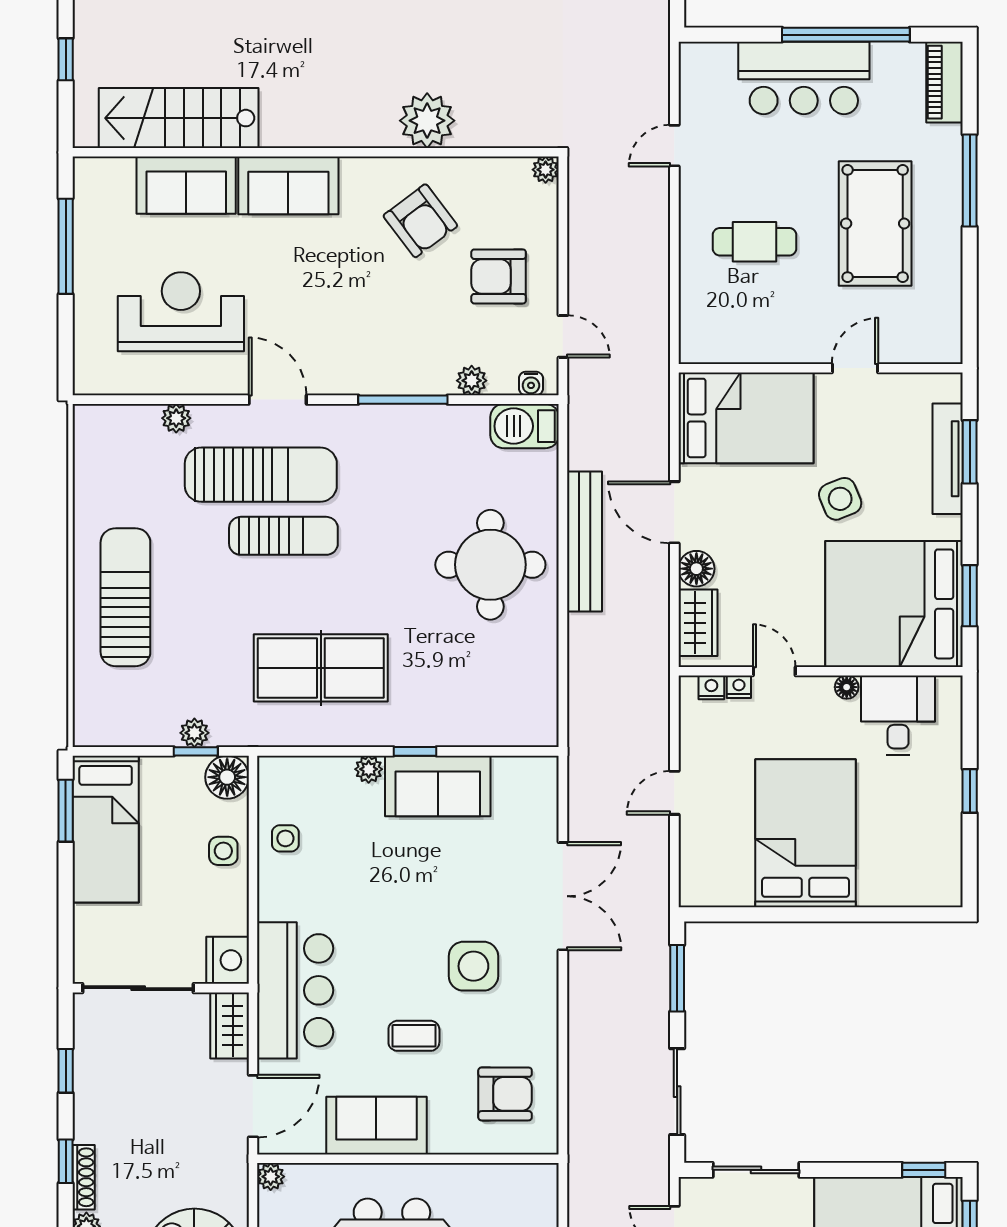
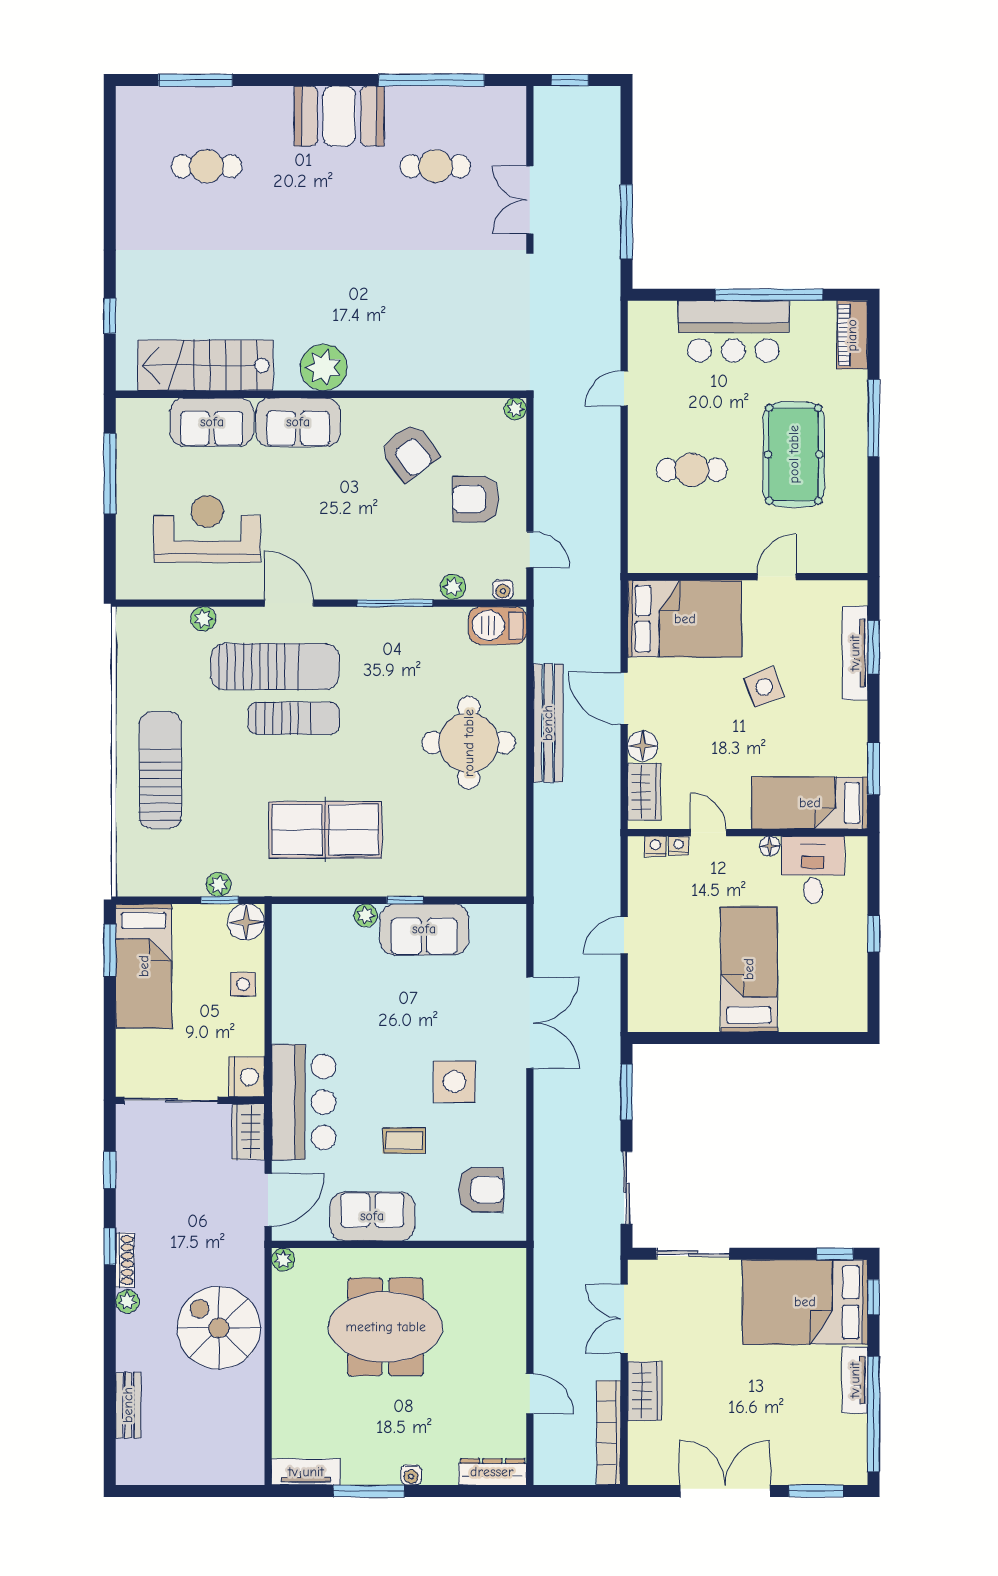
plant: (427, 121) -> (324, 367), moved
bed: (894, 604) -> (810, 803), width x0.49
bed: (805, 833) -> (749, 969), width x0.67
side table: (285, 838) -> (296, 974), removed

